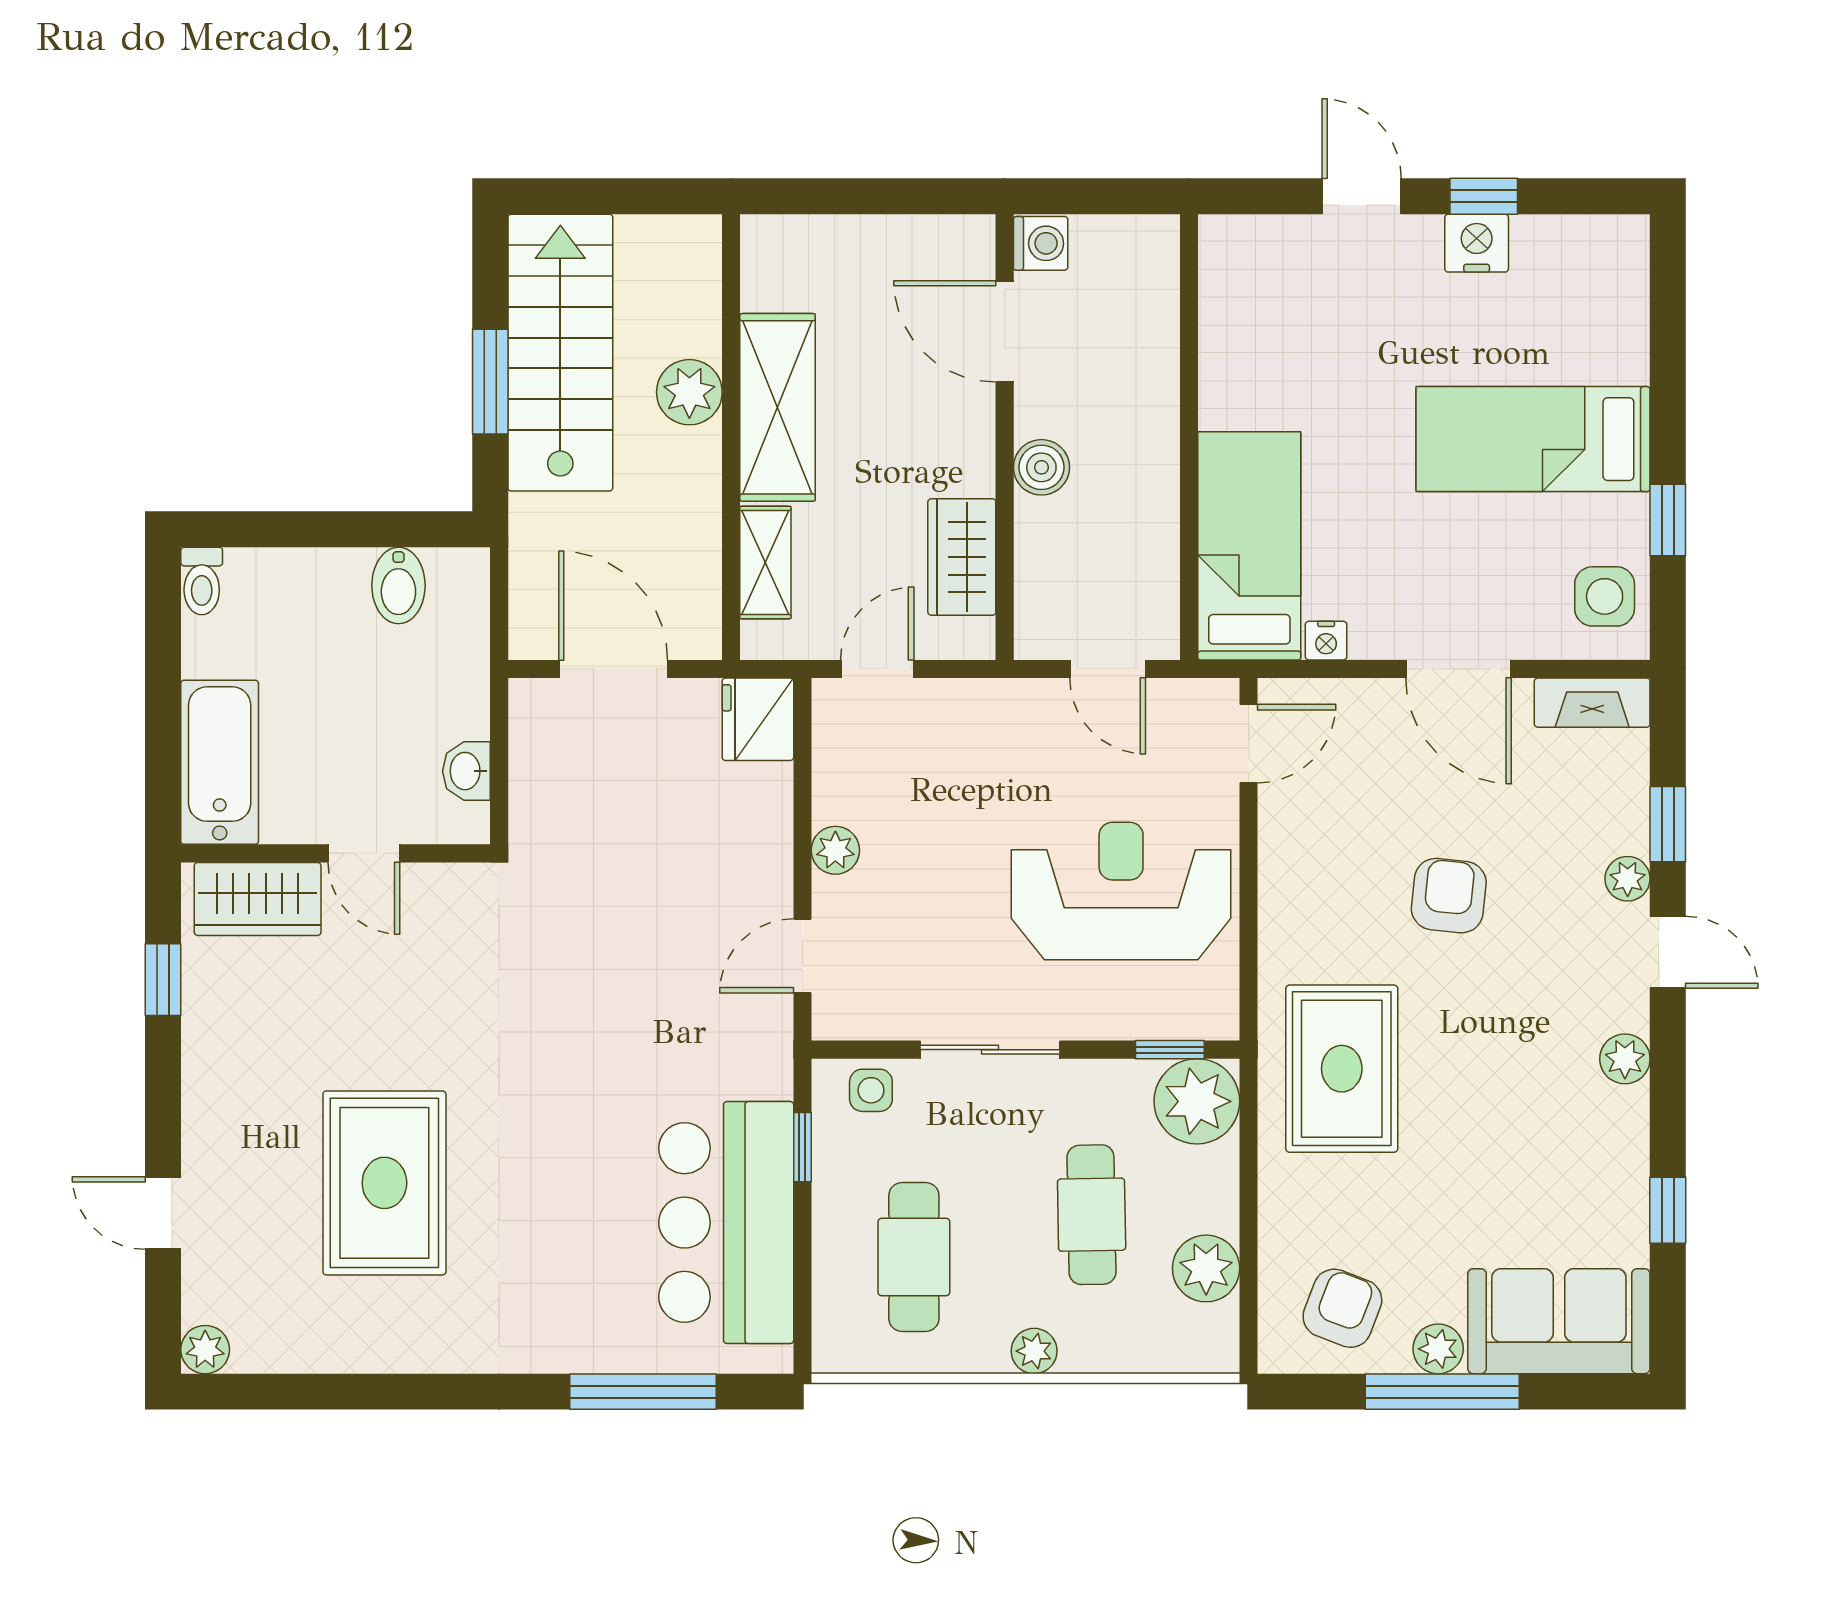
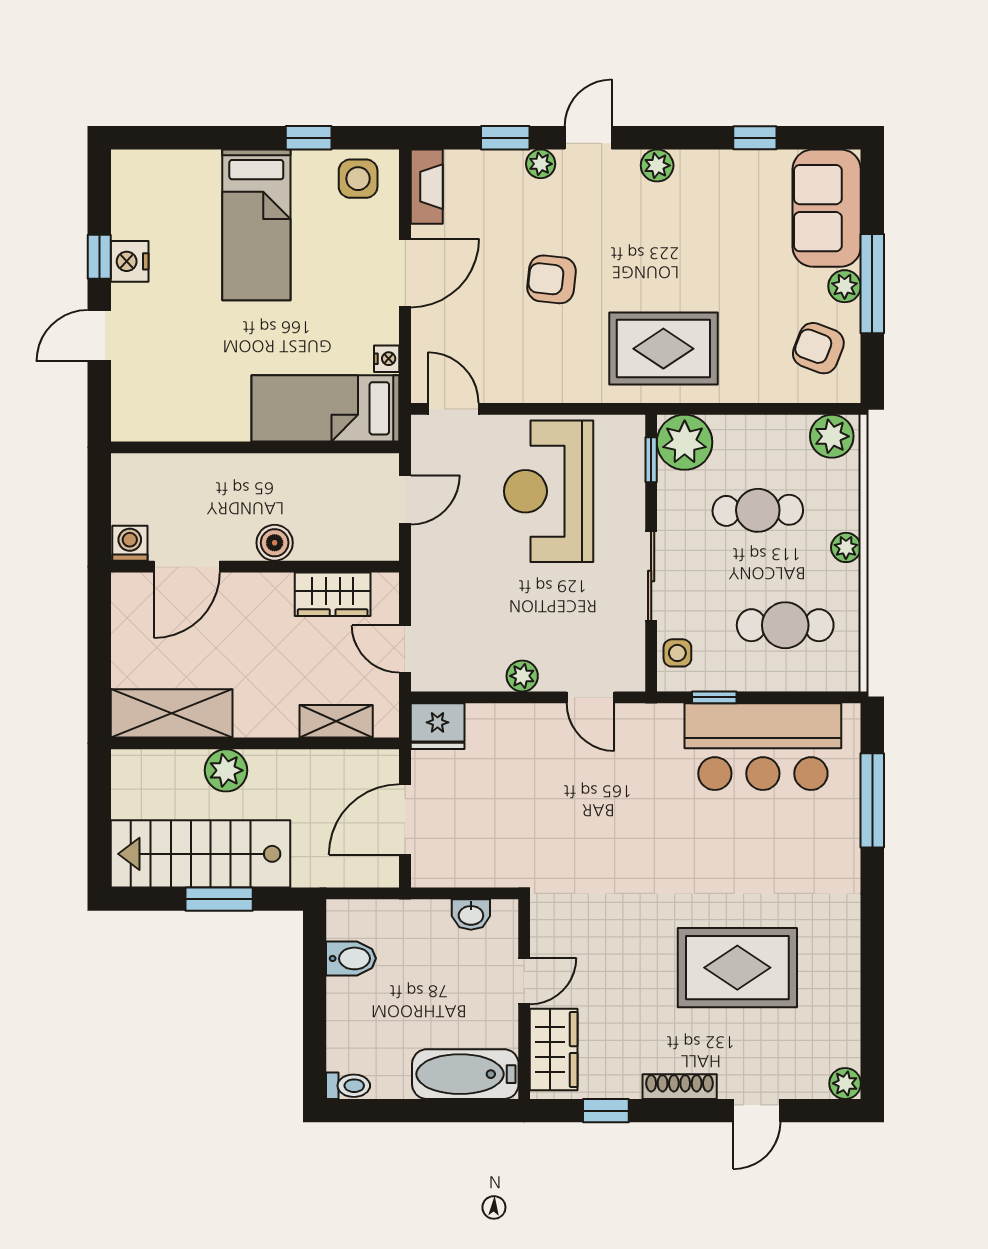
shelving: (778, 407) -> (172, 713), moved
shoe rack: (200, 1094) -> (680, 1087), added
plant: (1206, 1268) -> (832, 436), moved

